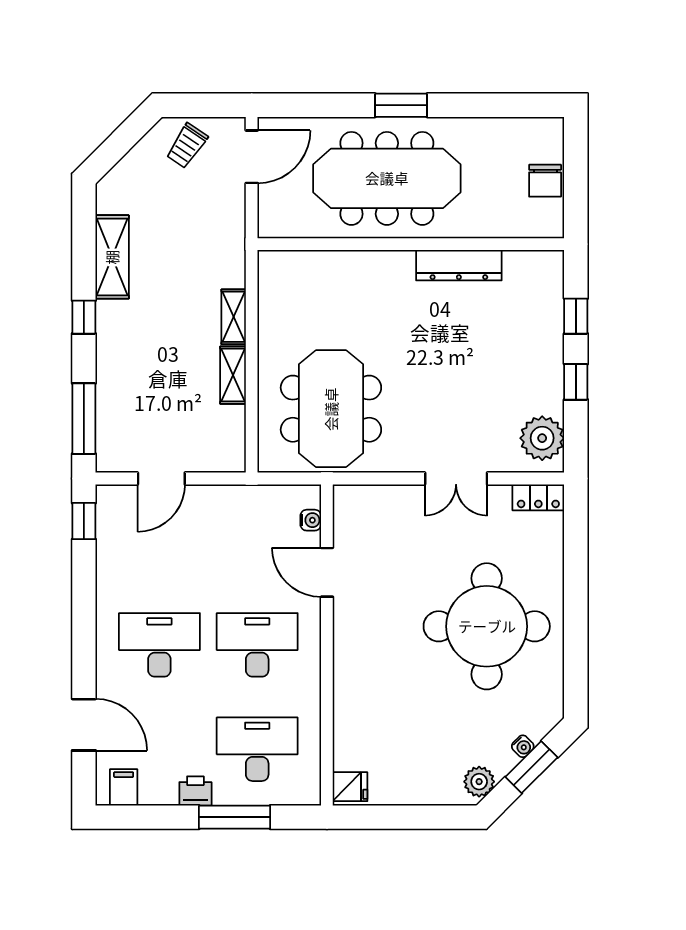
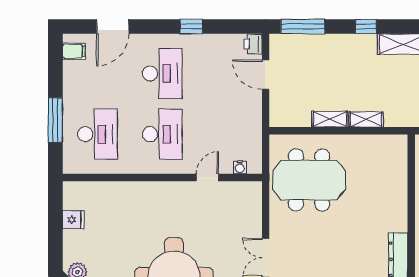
window: (84, 521) -> (191, 27), moved
door: (327, 572) -> (207, 177), width x0.73
fridge: (350, 787) -> (73, 220), moved, turned -90
printer: (195, 791) -> (253, 44), moved, turned 180

